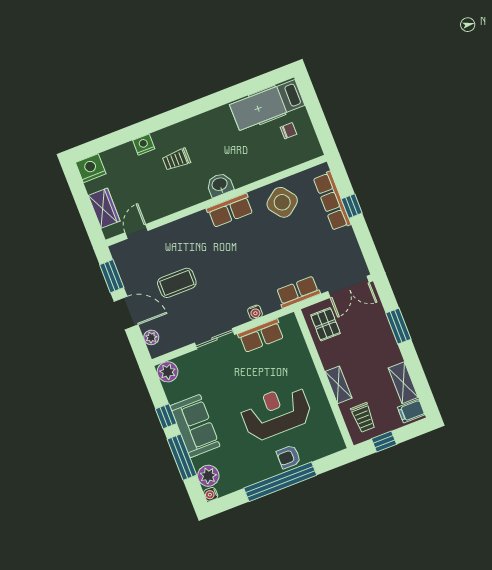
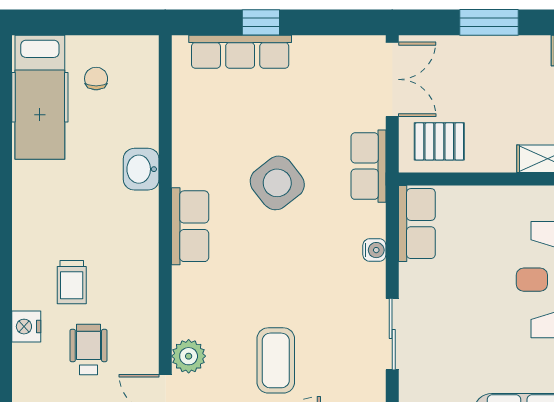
wheelchair: (144, 182) -> (88, 350), added
washbasin: (220, 185) -> (141, 169), moved
side table: (282, 202) -> (277, 183), moved
plant: (161, 236) -> (189, 356), added
row of seats: (261, 336) -> (417, 224), moved

